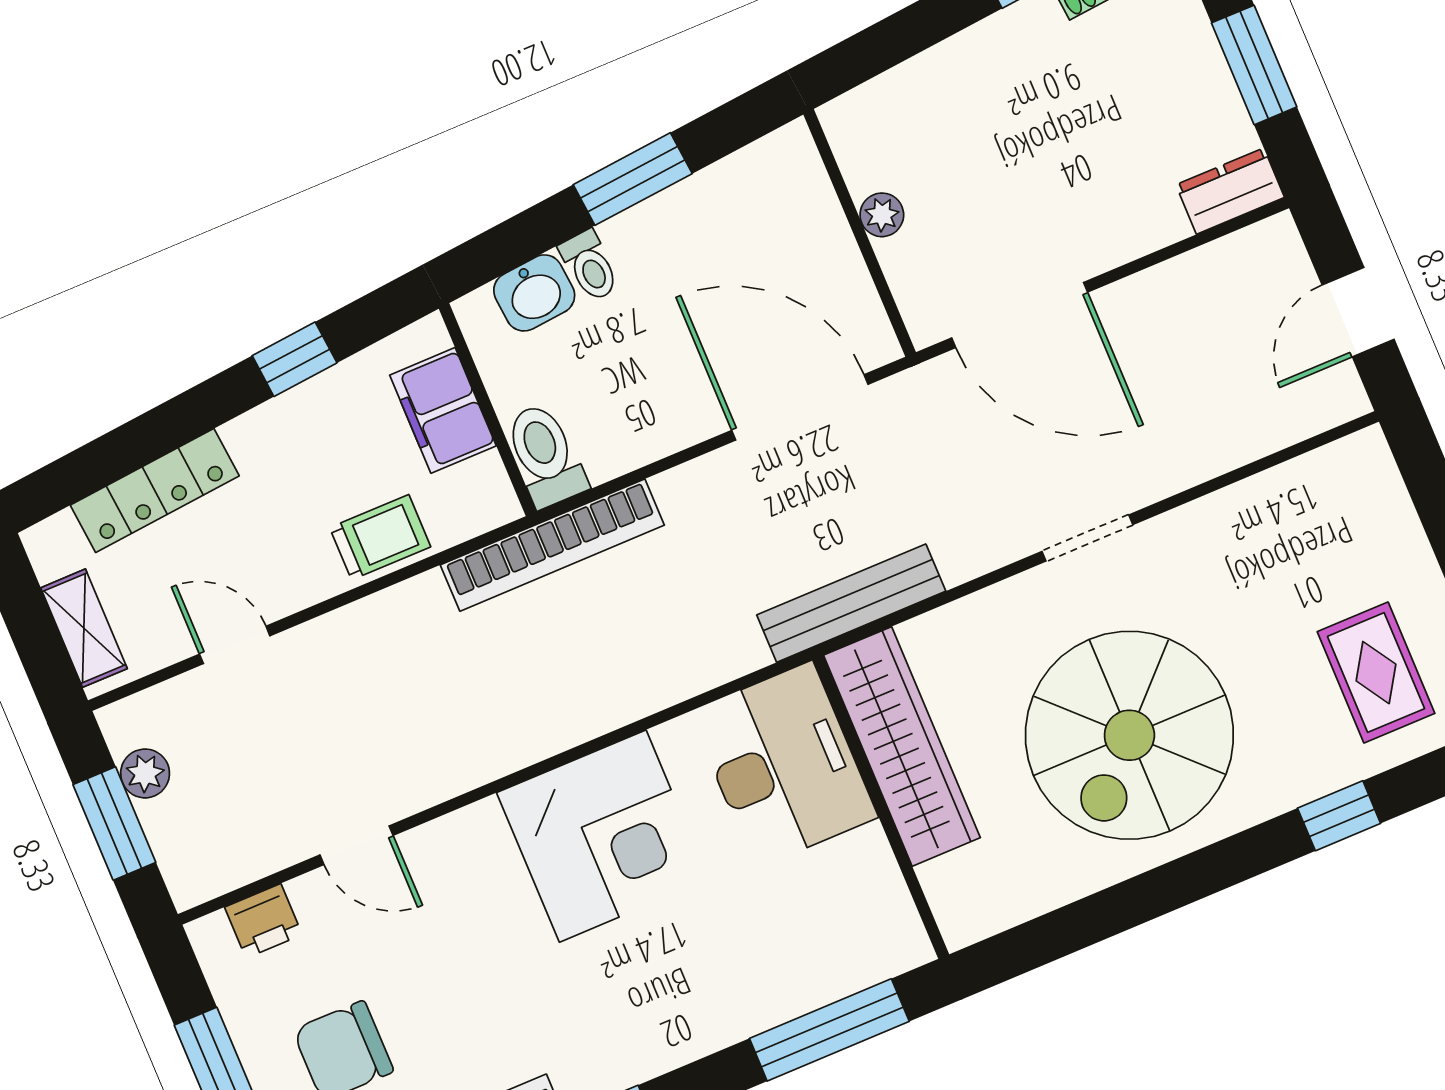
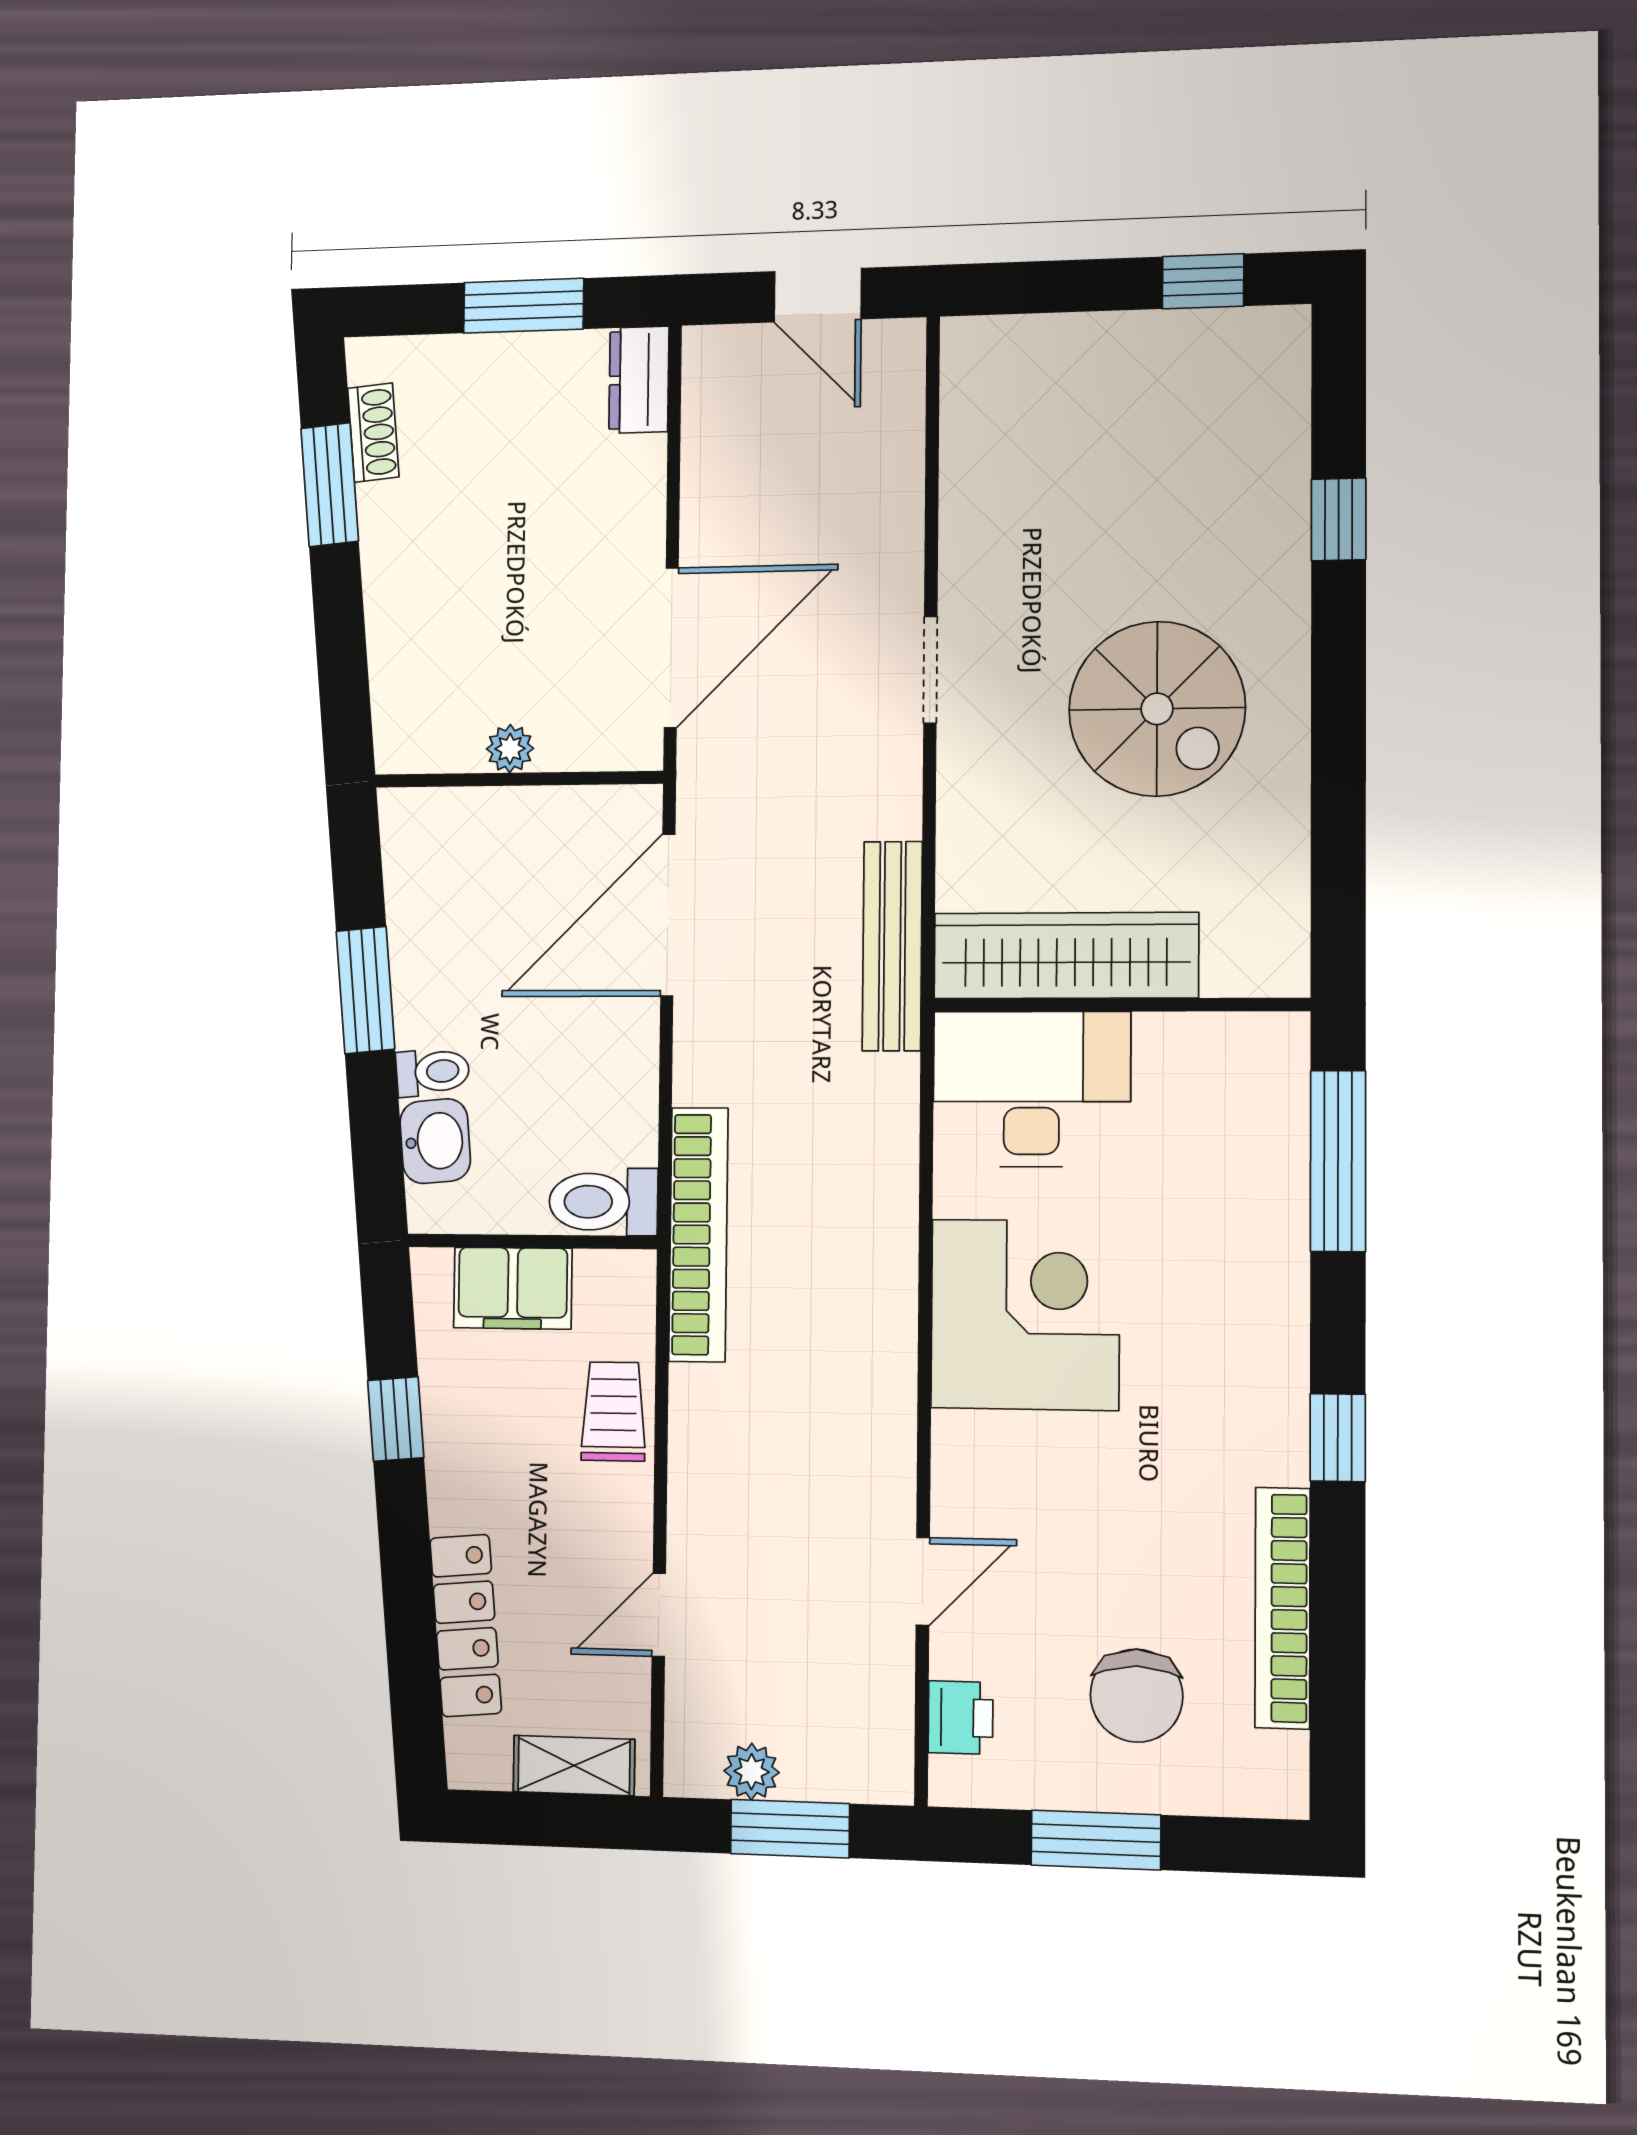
rug: (1376, 673) -> (1202, 421), removed
spiral stairs: (1129, 735) -> (1157, 709), width x0.73, depth x0.73

